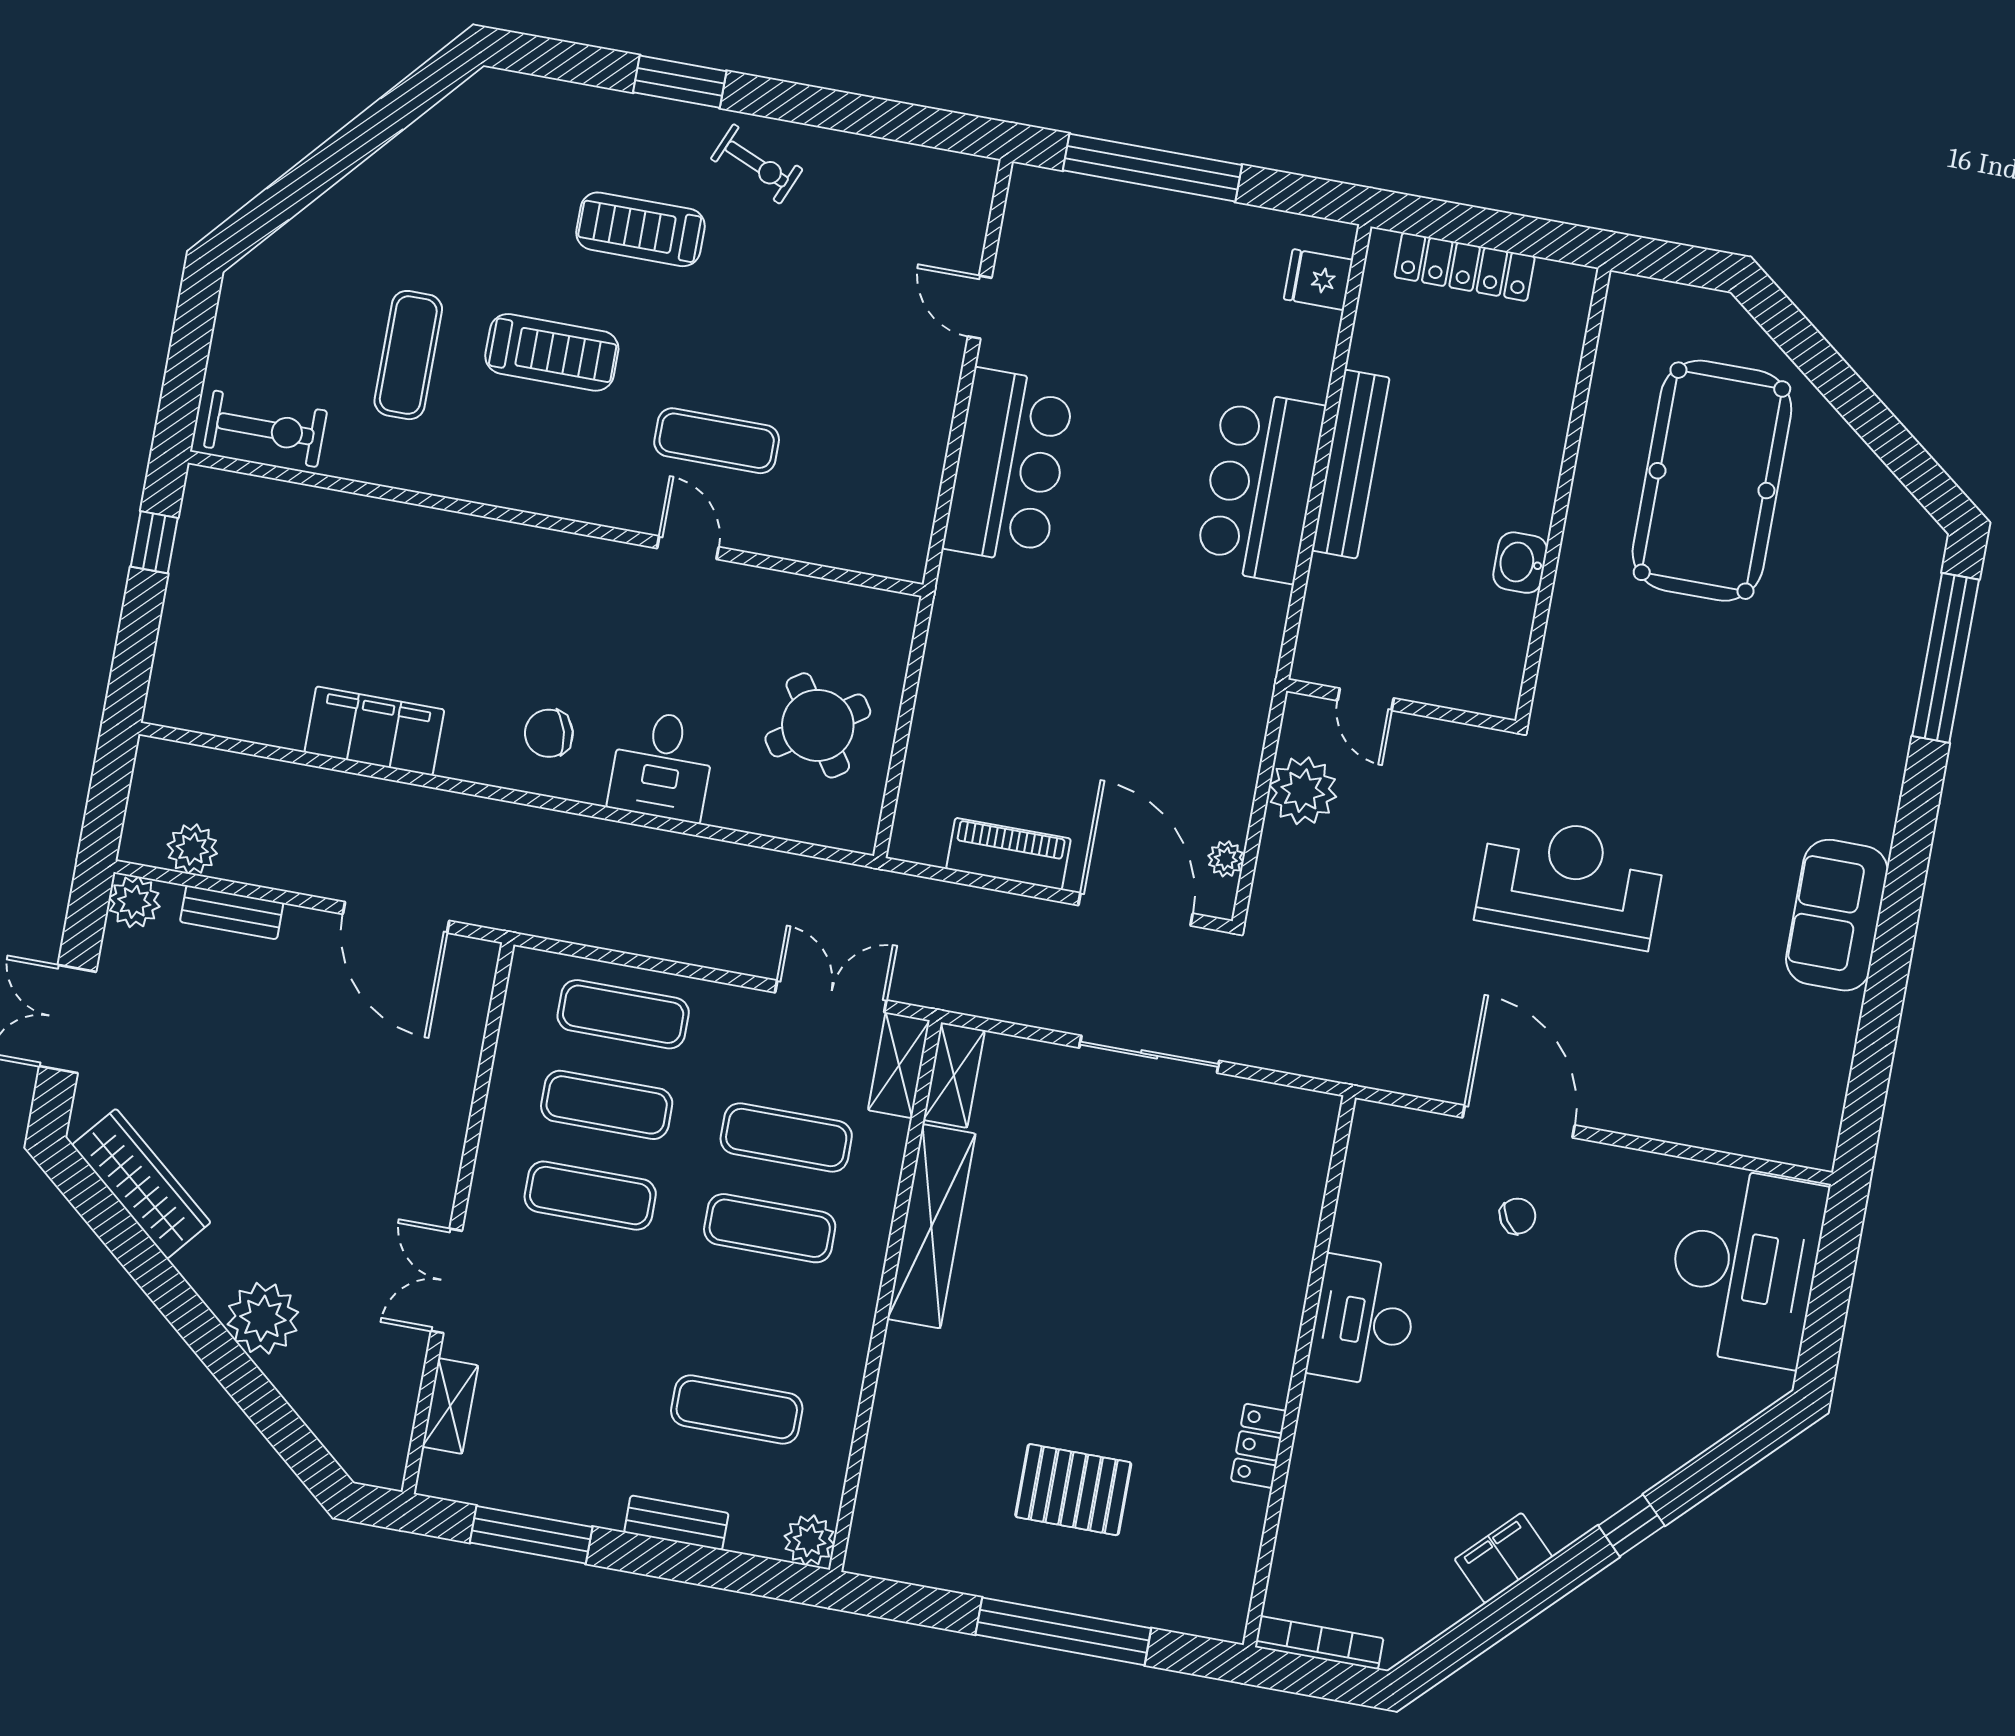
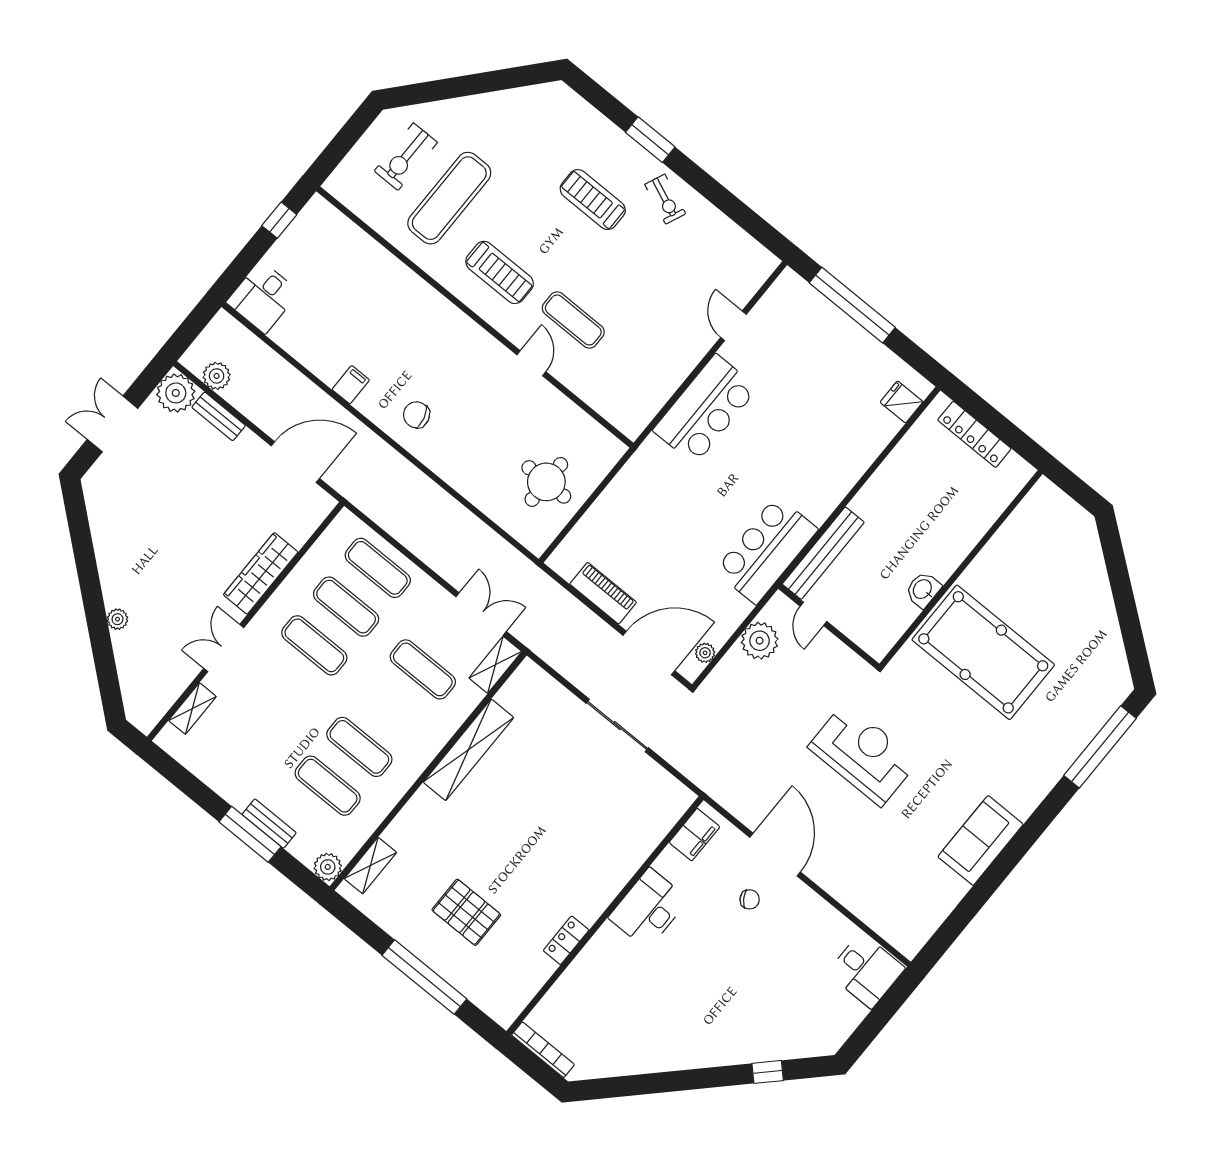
treadmill: (552, 352) -> (500, 272), moved
exercise mat: (408, 355) -> (449, 198), width x1.36, depth x1.45
exercise bike: (265, 429) -> (406, 157), moved, turned 90
bench: (1351, 464) -> (823, 553), moved
pool table: (1712, 481) -> (983, 652), moved, turned 90
bar counter: (1261, 486) -> (766, 550), moved
round table: (818, 725) -> (546, 482), turned 34
filing cabinet: (374, 731) -> (351, 385), width x0.33, depth x0.86
desk: (662, 765) -> (263, 297), moved
plant: (134, 902) -> (176, 393), width x1.36, depth x1.36
door: (1136, 909) -> (649, 653), hinge flipped
door: (396, 917) -> (295, 462), swing flipped
shelving: (954, 1075) -> (370, 866), moved
wardrobe: (141, 1184) -> (261, 573), moved, turned -130
exercise mat: (770, 1228) -> (359, 747), moved
desk: (1745, 1266) -> (866, 970), width x0.53, depth x0.77
plant: (263, 1318) -> (117, 619), width x0.53, depth x0.53
window: (1631, 1526) -> (768, 1072), moved
window: (531, 1535) -> (250, 834), moved
filing cabinet: (1503, 1558) -> (694, 835), moved, turned 135

